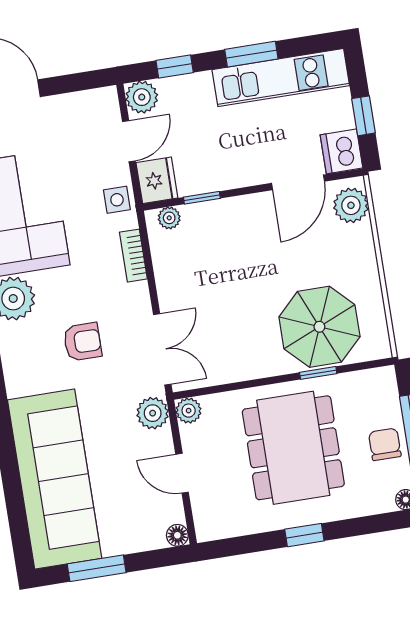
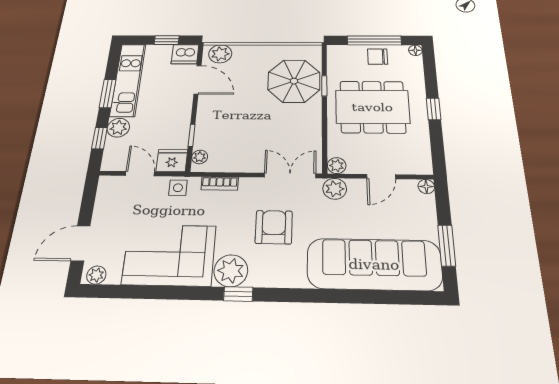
plant: (142, 97) -> (118, 128), moved
armchair: (83, 342) -> (274, 227), width x1.38, depth x1.38

